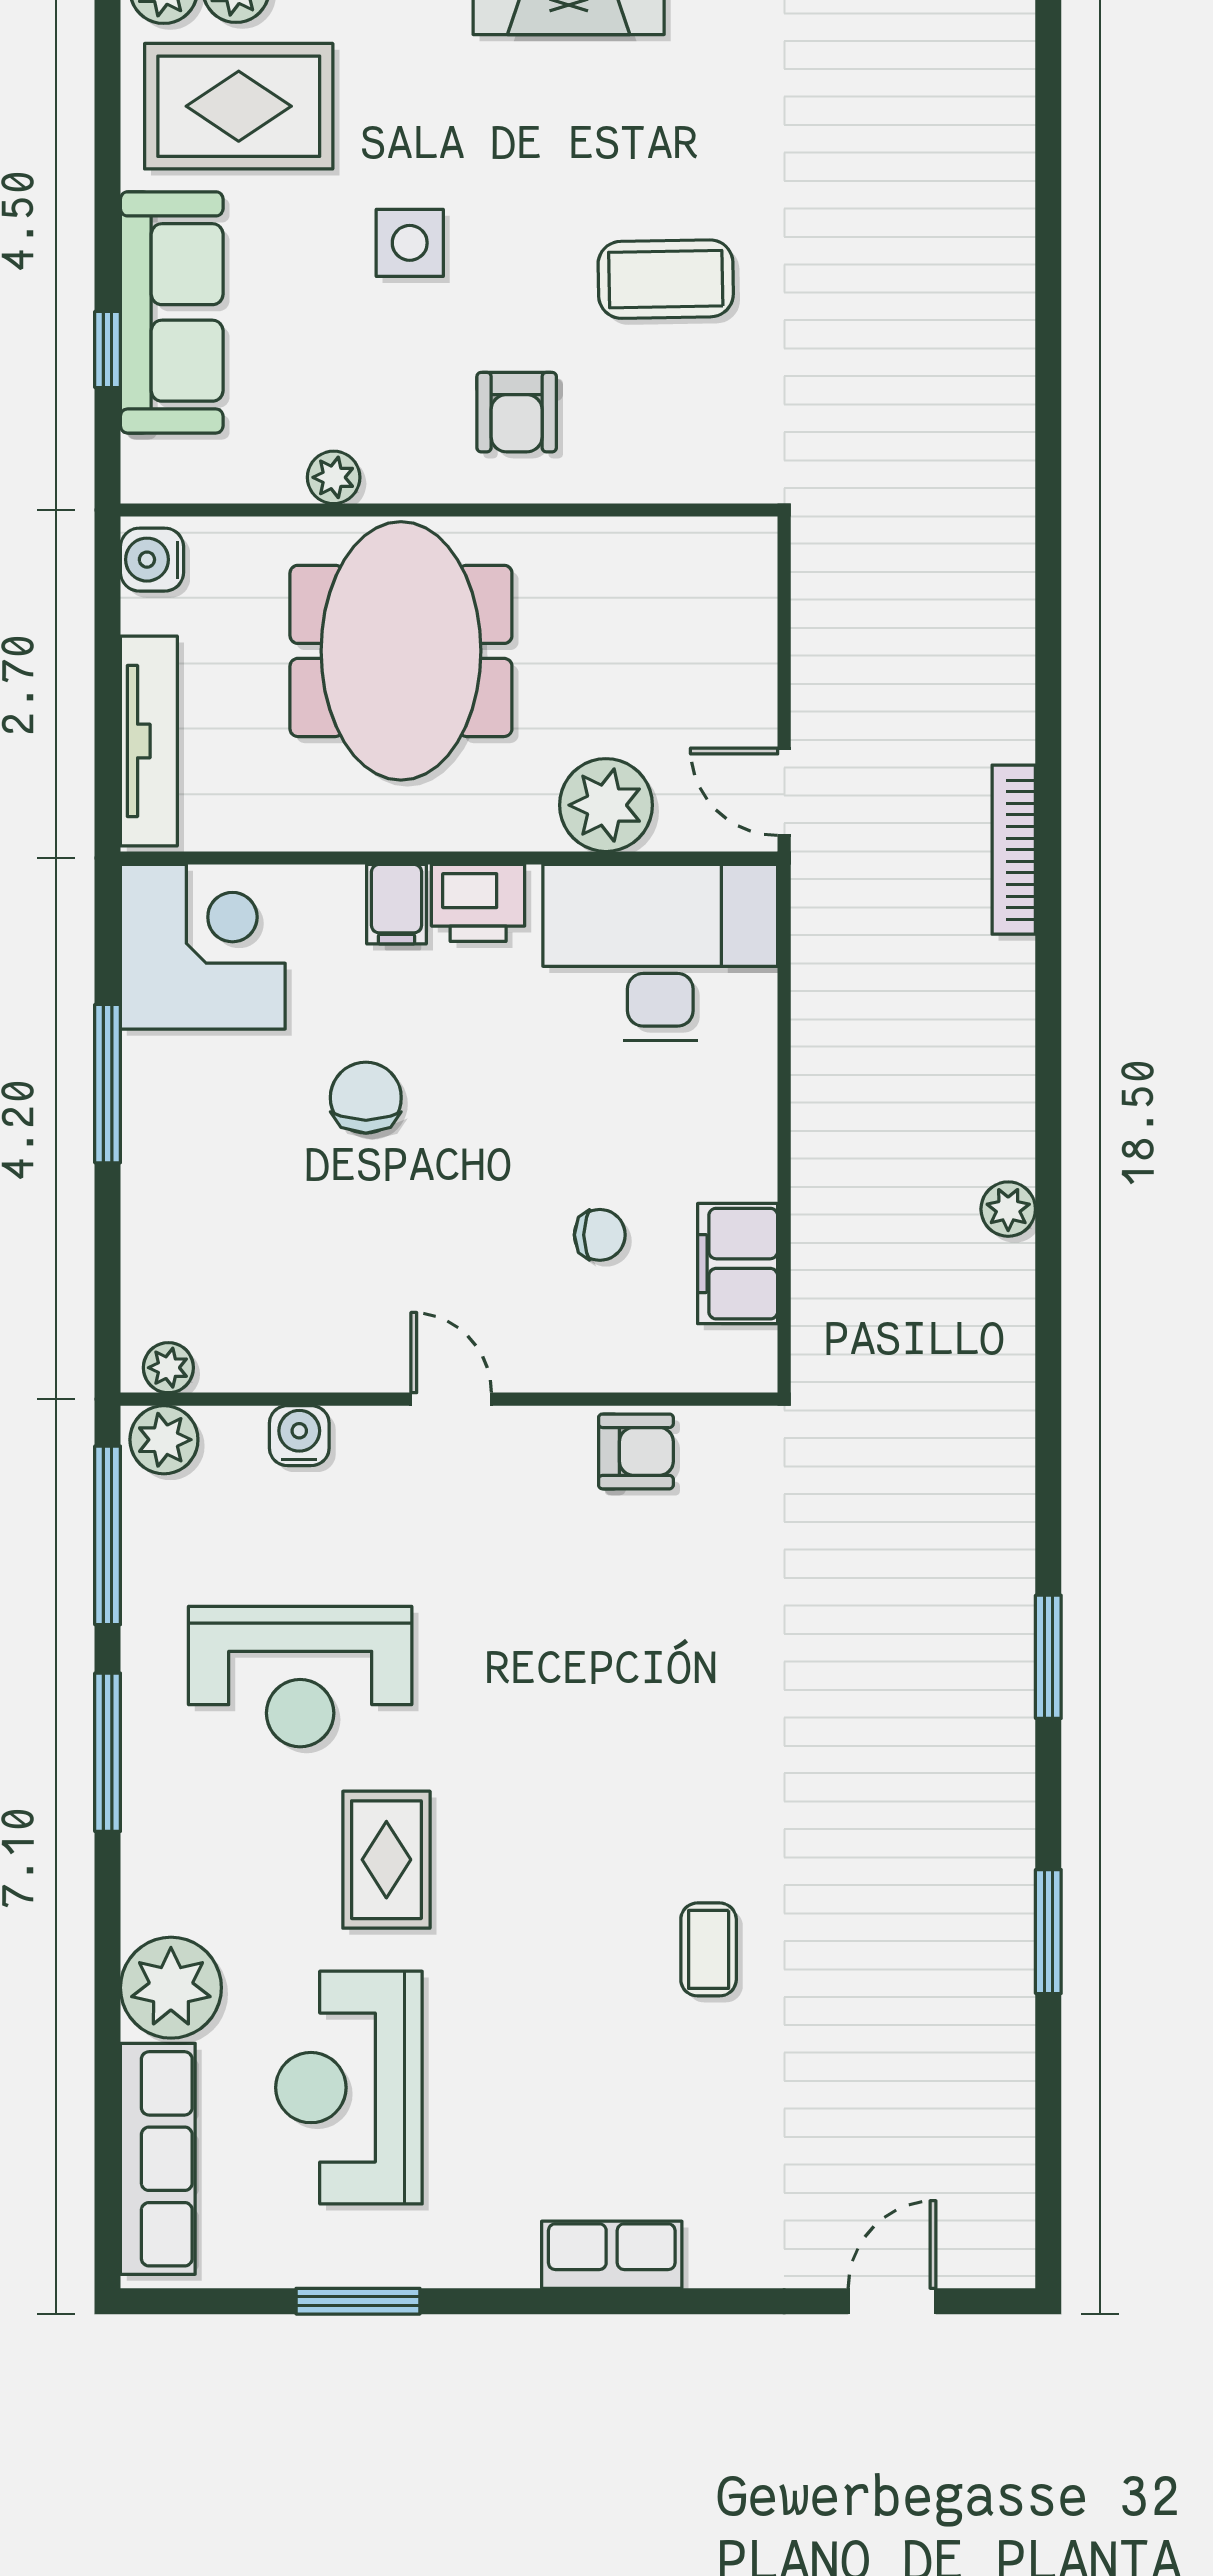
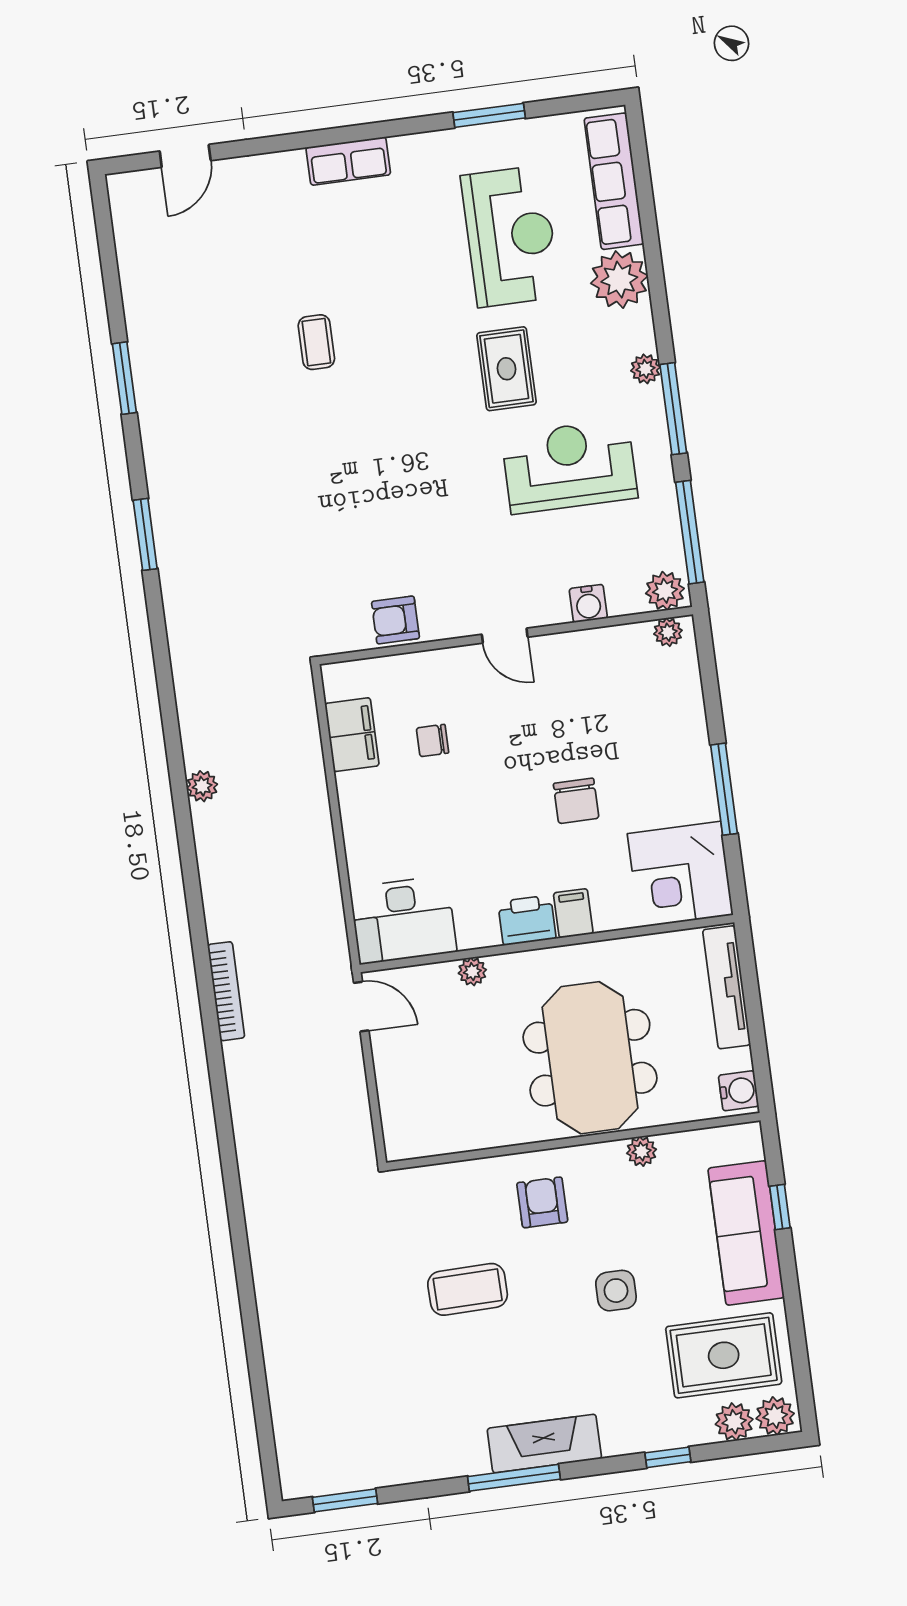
plant: (606, 805) -> (472, 972), width x0.53, depth x0.53
desk: (660, 952) -> (403, 920), width x0.73, depth x0.77
plant: (146, 1828) -> (645, 369), added

